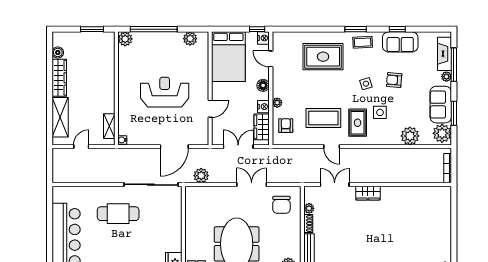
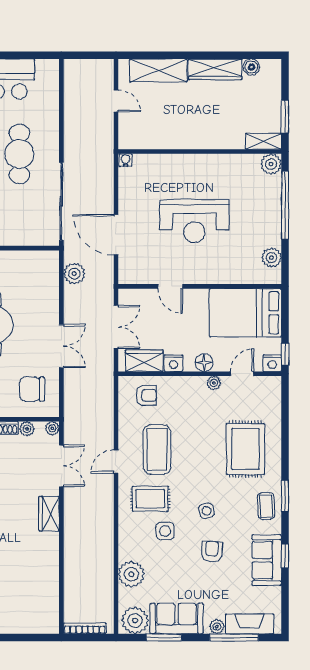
reception desk: (165, 92) -> (194, 221), turned 90
plant: (277, 103) -> (214, 383), moved
shelving: (109, 126) -> (264, 141), moved
plant: (309, 191) -> (52, 428), added

